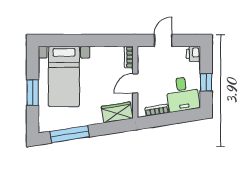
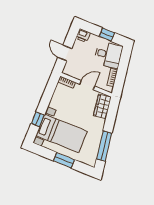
window: (69, 40) -> (38, 119), added
door: (135, 83) -> (87, 85), swing flipped

